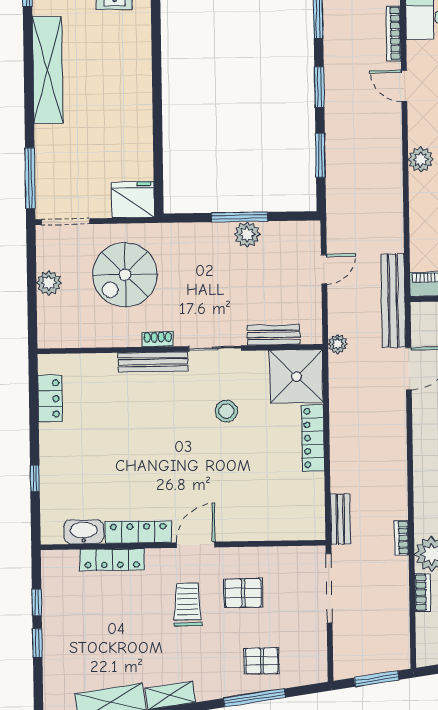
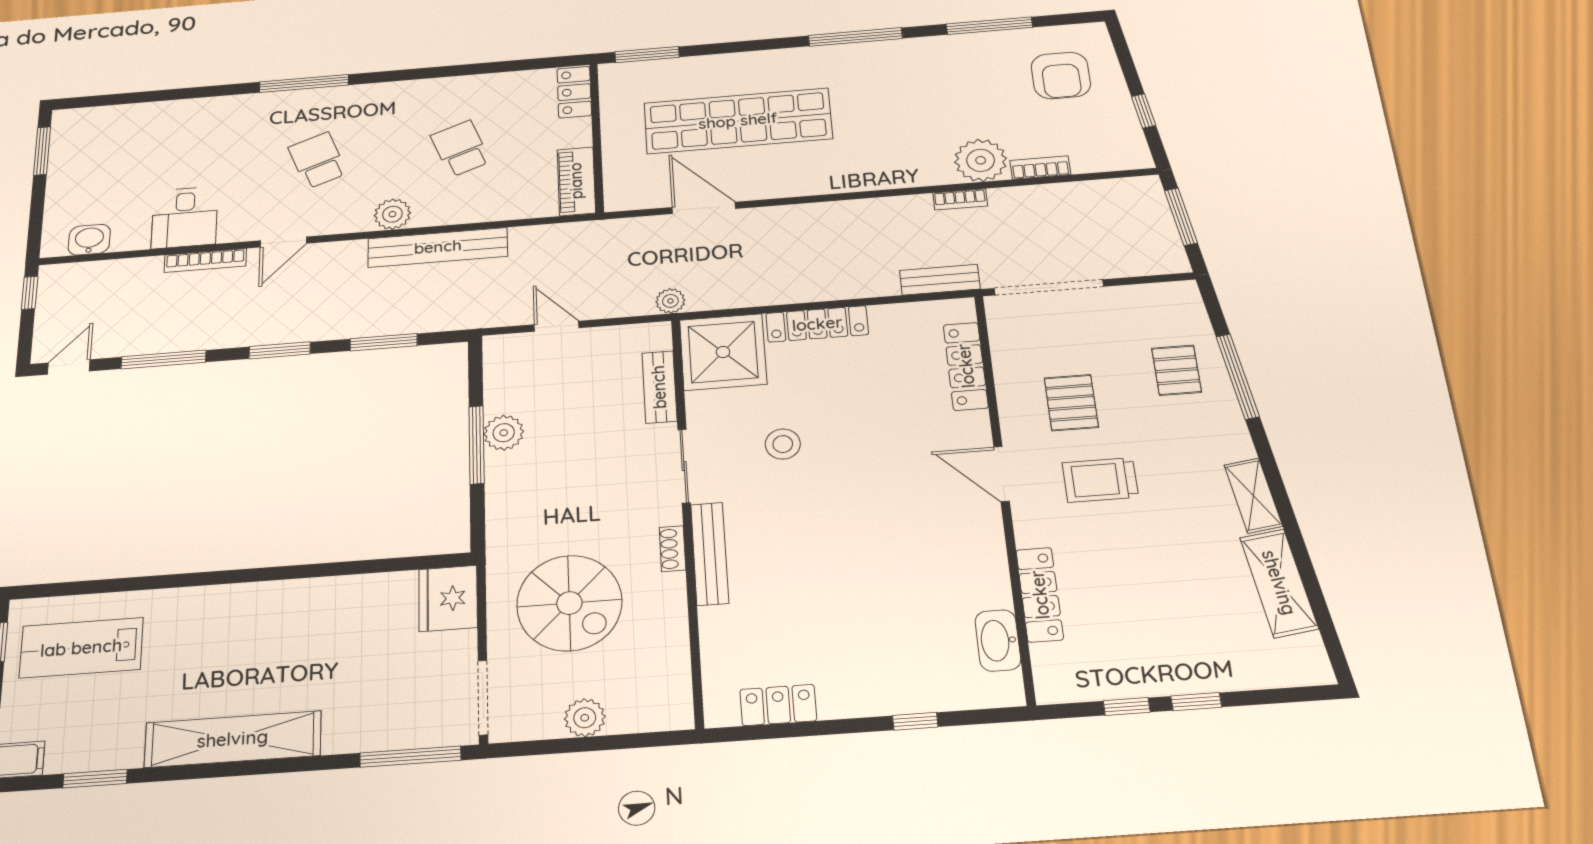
bench: (393, 301) -> (438, 247), moved
locker: (138, 532) -> (966, 366), moved

